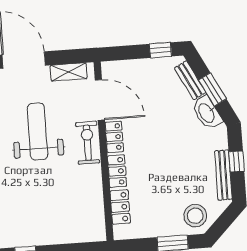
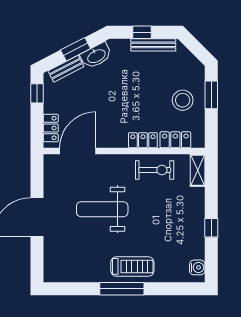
shelving: (69, 72) -> (198, 170), moved
locker: (114, 137) -> (51, 128), moved, turned 90
exercise bike: (88, 143) -> (155, 170), moved, turned 180
stool: (195, 216) -> (183, 100), moved

